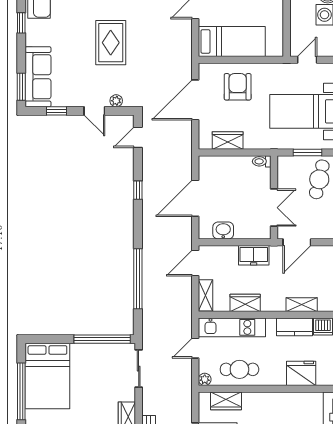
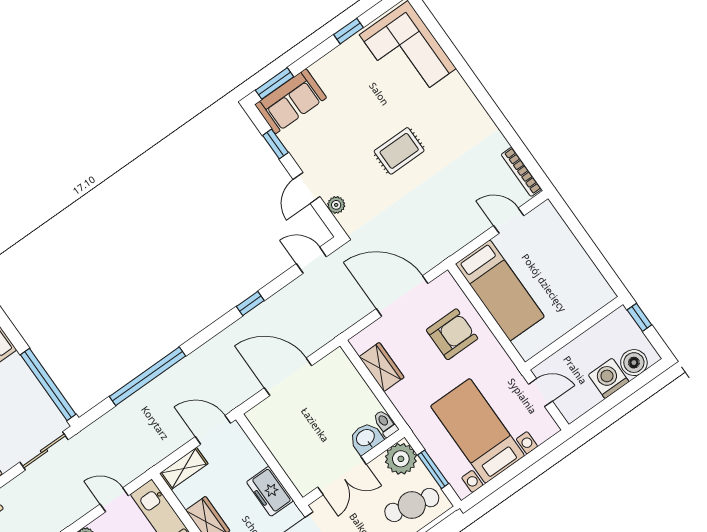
rug: (111, 43) -> (399, 151), width x0.73, depth x0.70
sofa: (38, 77) -> (291, 101), width x0.73
plant: (288, 167) -> (401, 459), added
washbasin: (223, 230) -> (366, 438), moved, turned -90

